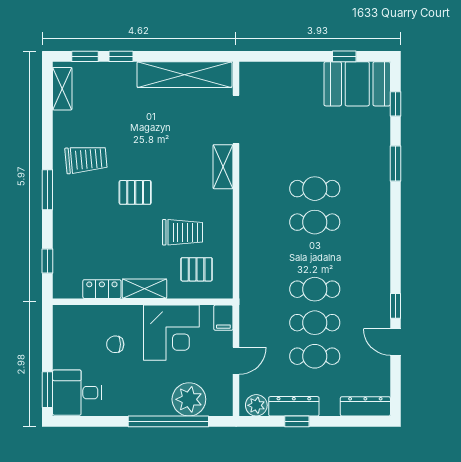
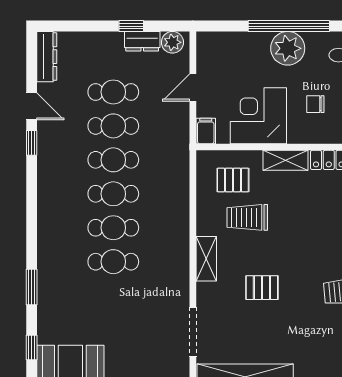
shelving: (223, 167) -> (206, 259), moved
pallet: (135, 192) -> (262, 288), moved
cafe table: (315, 256) -> (113, 194), added
chair: (115, 344) -> (315, 104), turned 180
plant: (189, 399) -> (288, 48), moved
dresser: (294, 406) -> (142, 41), width x0.70
dresser: (365, 406) -> (47, 57), moved, turned -90
window: (168, 421) -> (289, 26), moved

